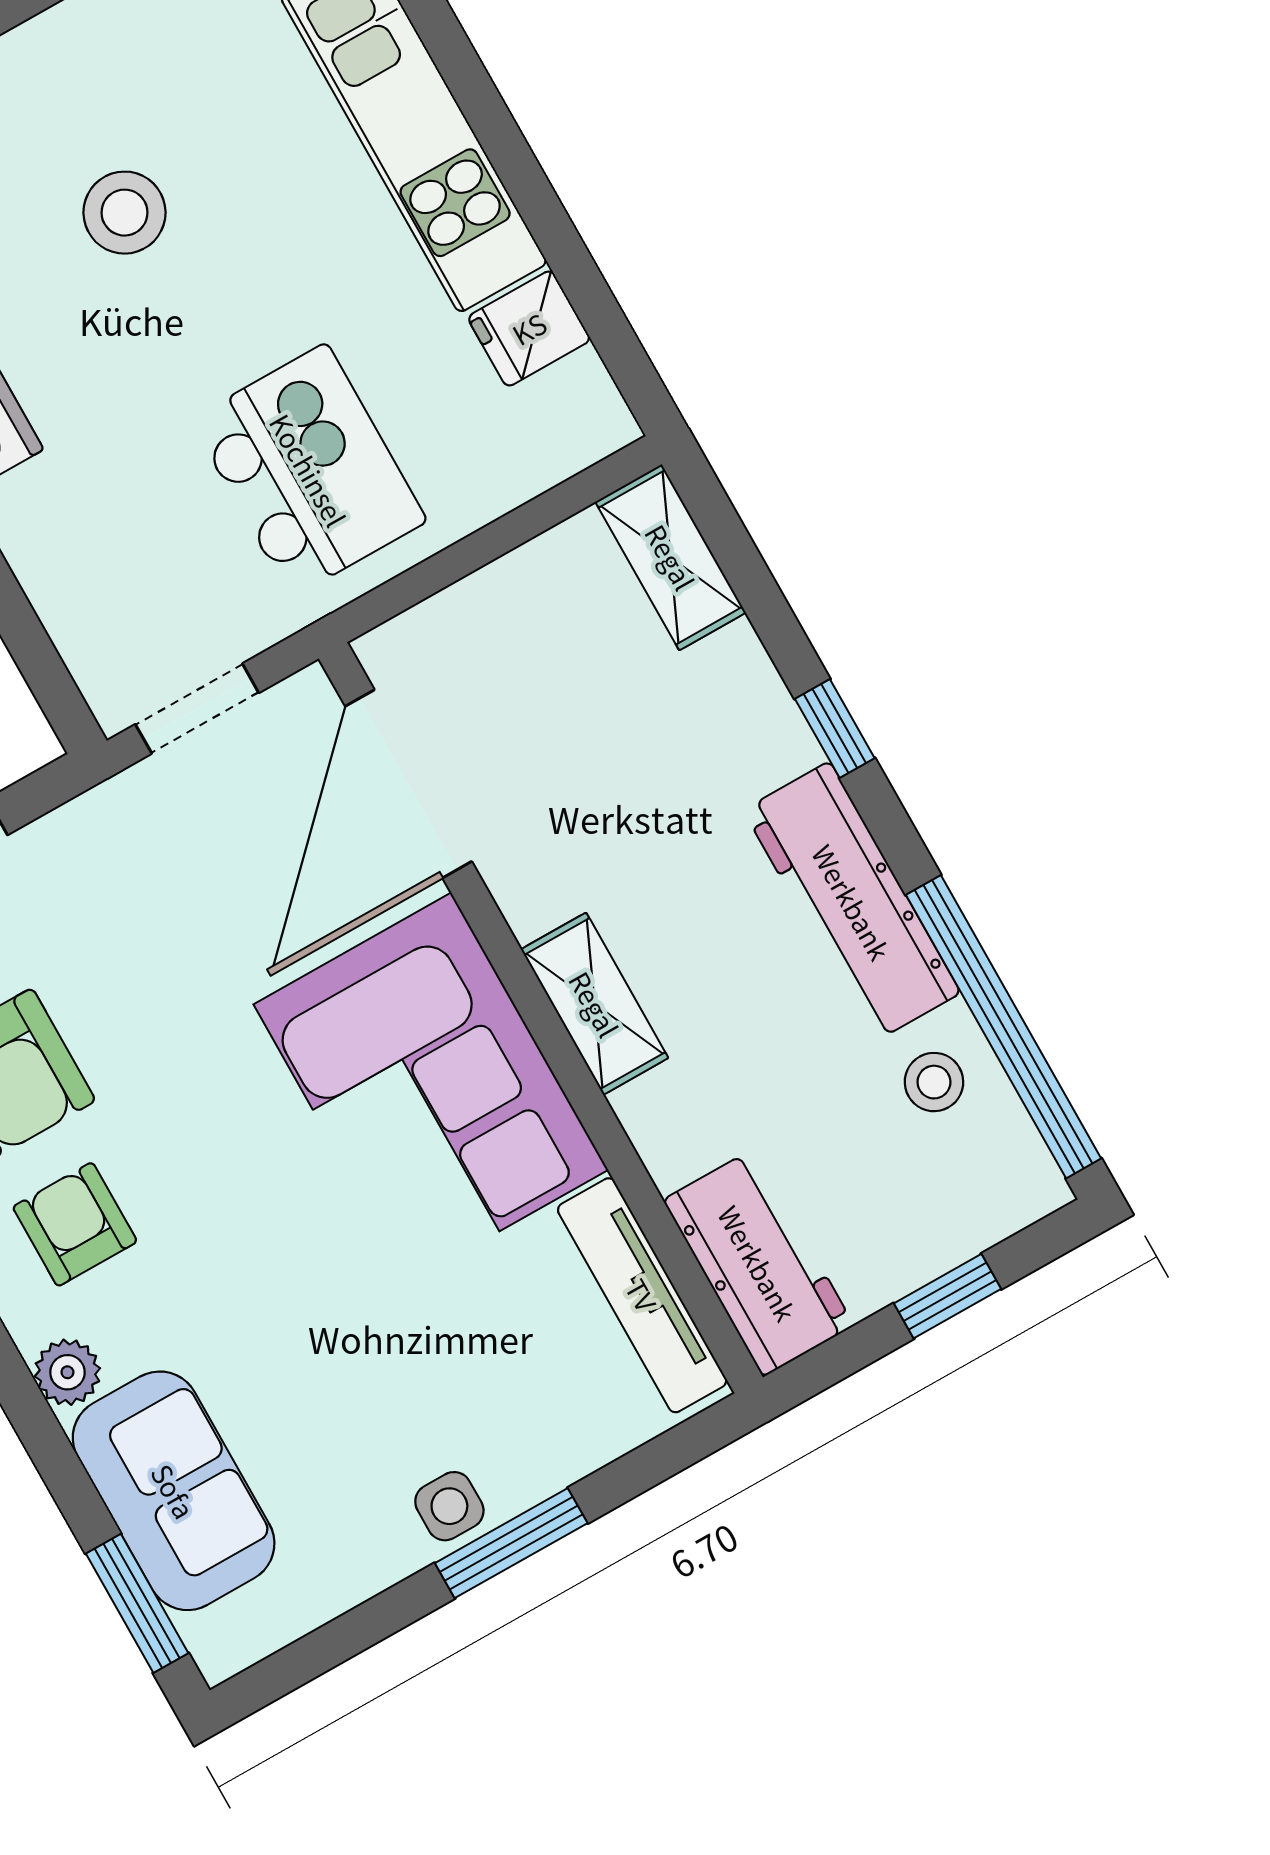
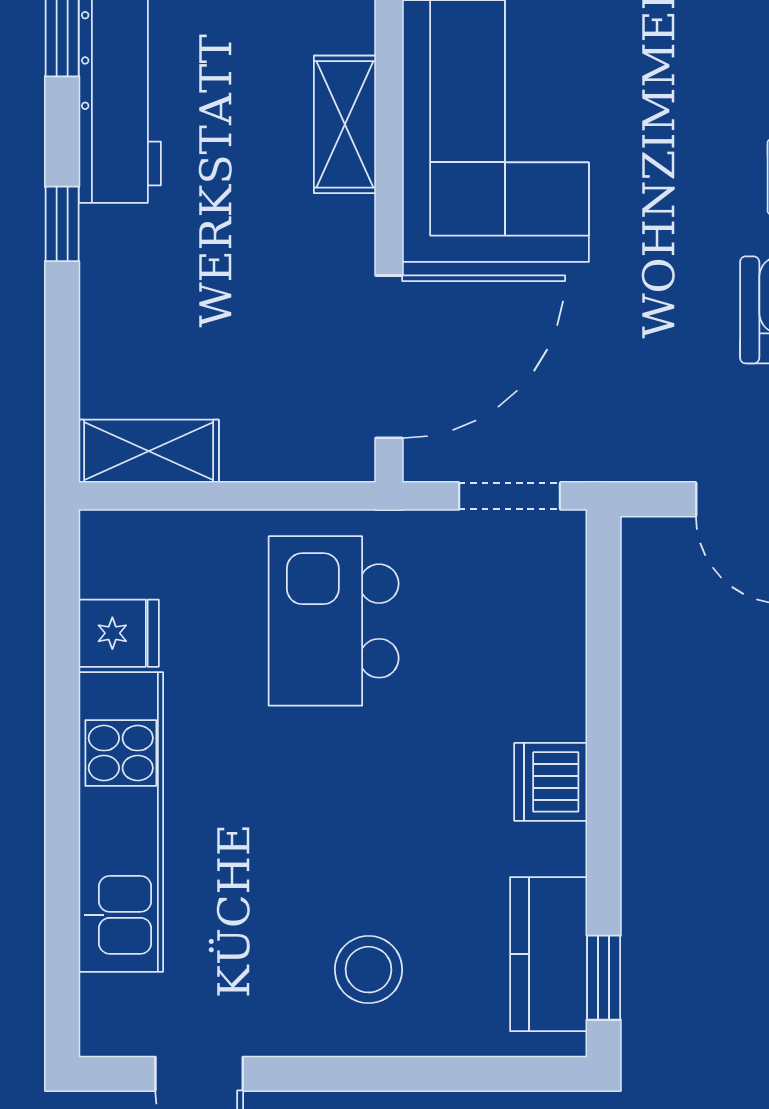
stool: (125, 213) -> (369, 970), moved
shelving: (671, 557) -> (149, 451), moved, turned 90

